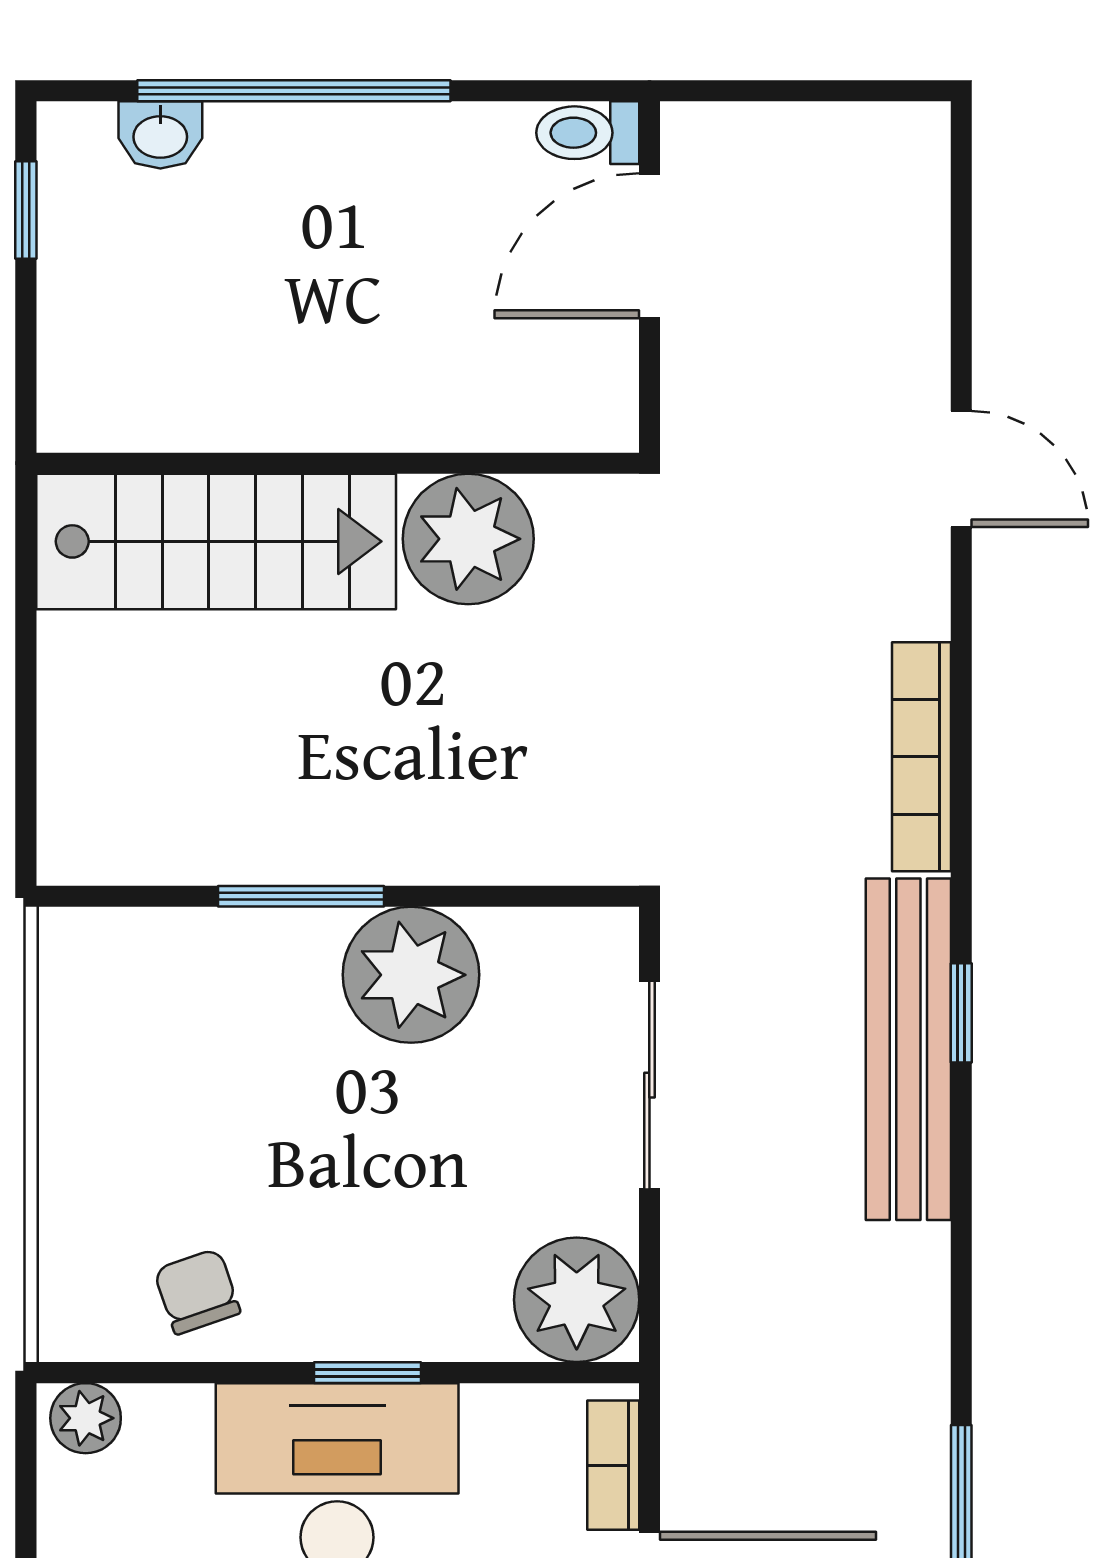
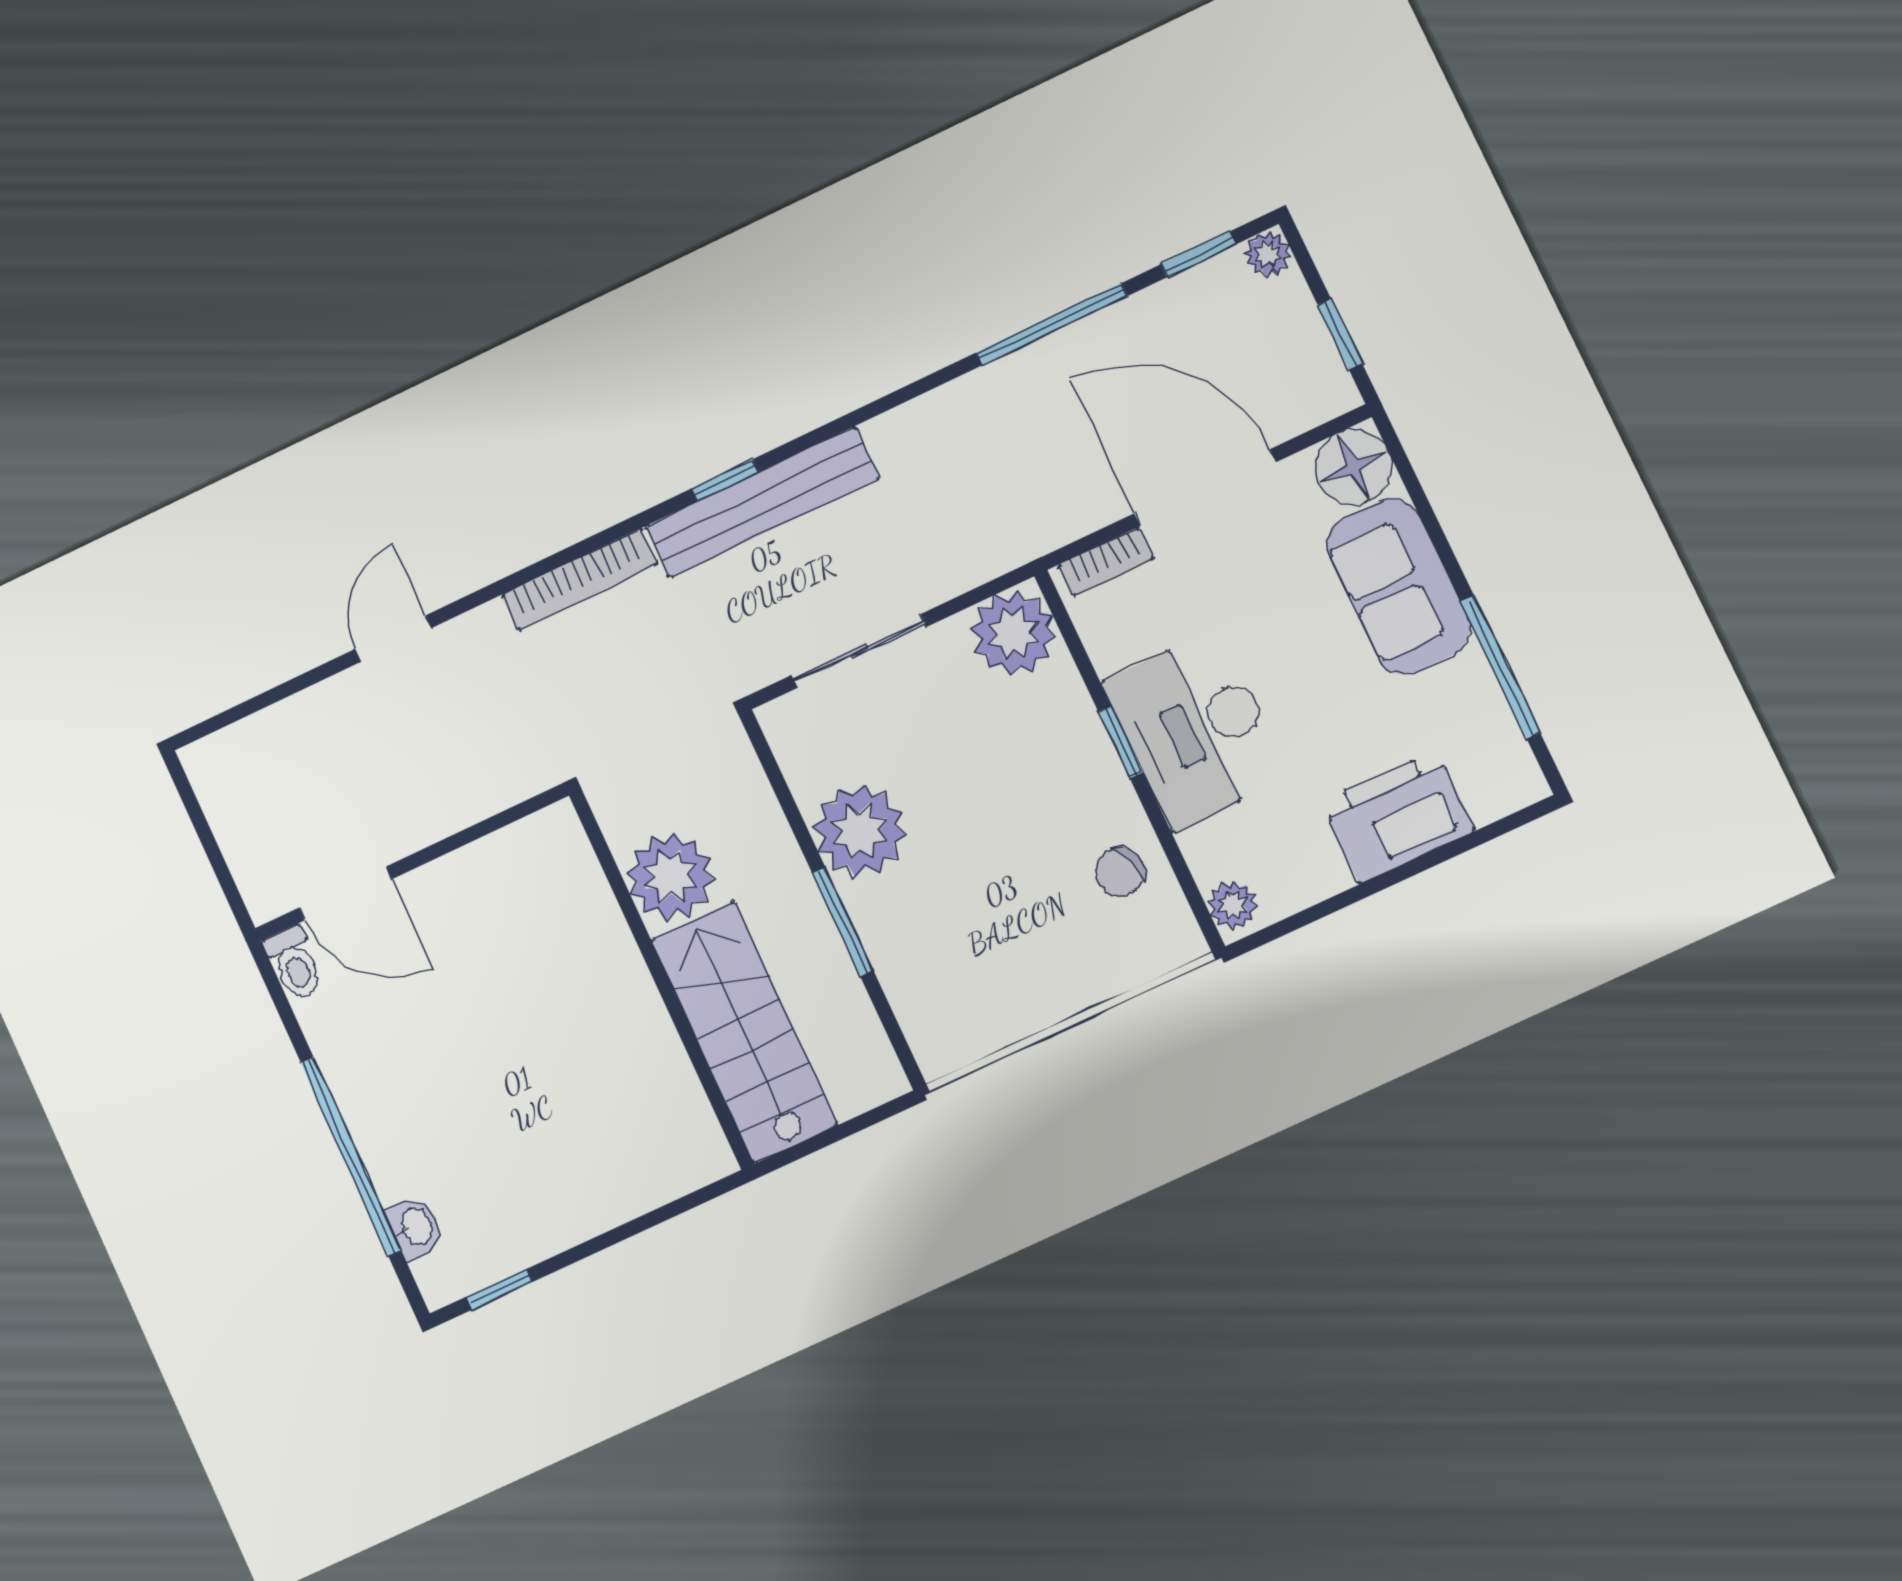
wall: (338, 463) -> (661, 979), moved
plant: (468, 539) -> (670, 876), moved
stairs: (216, 541) -> (744, 1032), moved

